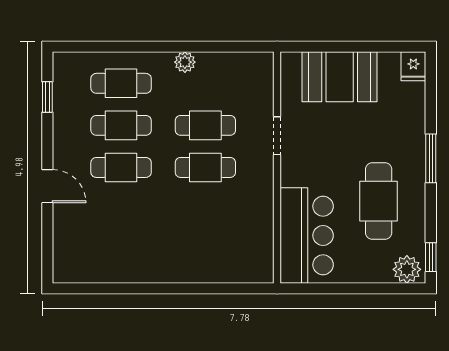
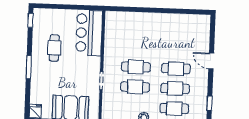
cafe table: (379, 201) -> (54, 48), width x0.73, depth x0.74
plant: (407, 269) -> (42, 15), removed

